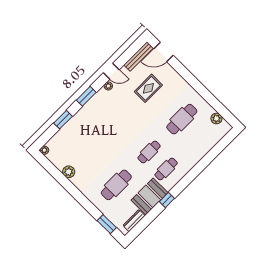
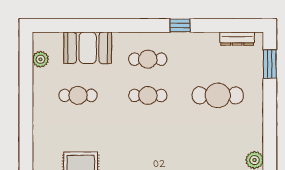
cafe table: (182, 119) -> (78, 95), width x0.73, depth x0.74
booth: (149, 196) -> (88, 48), moved

